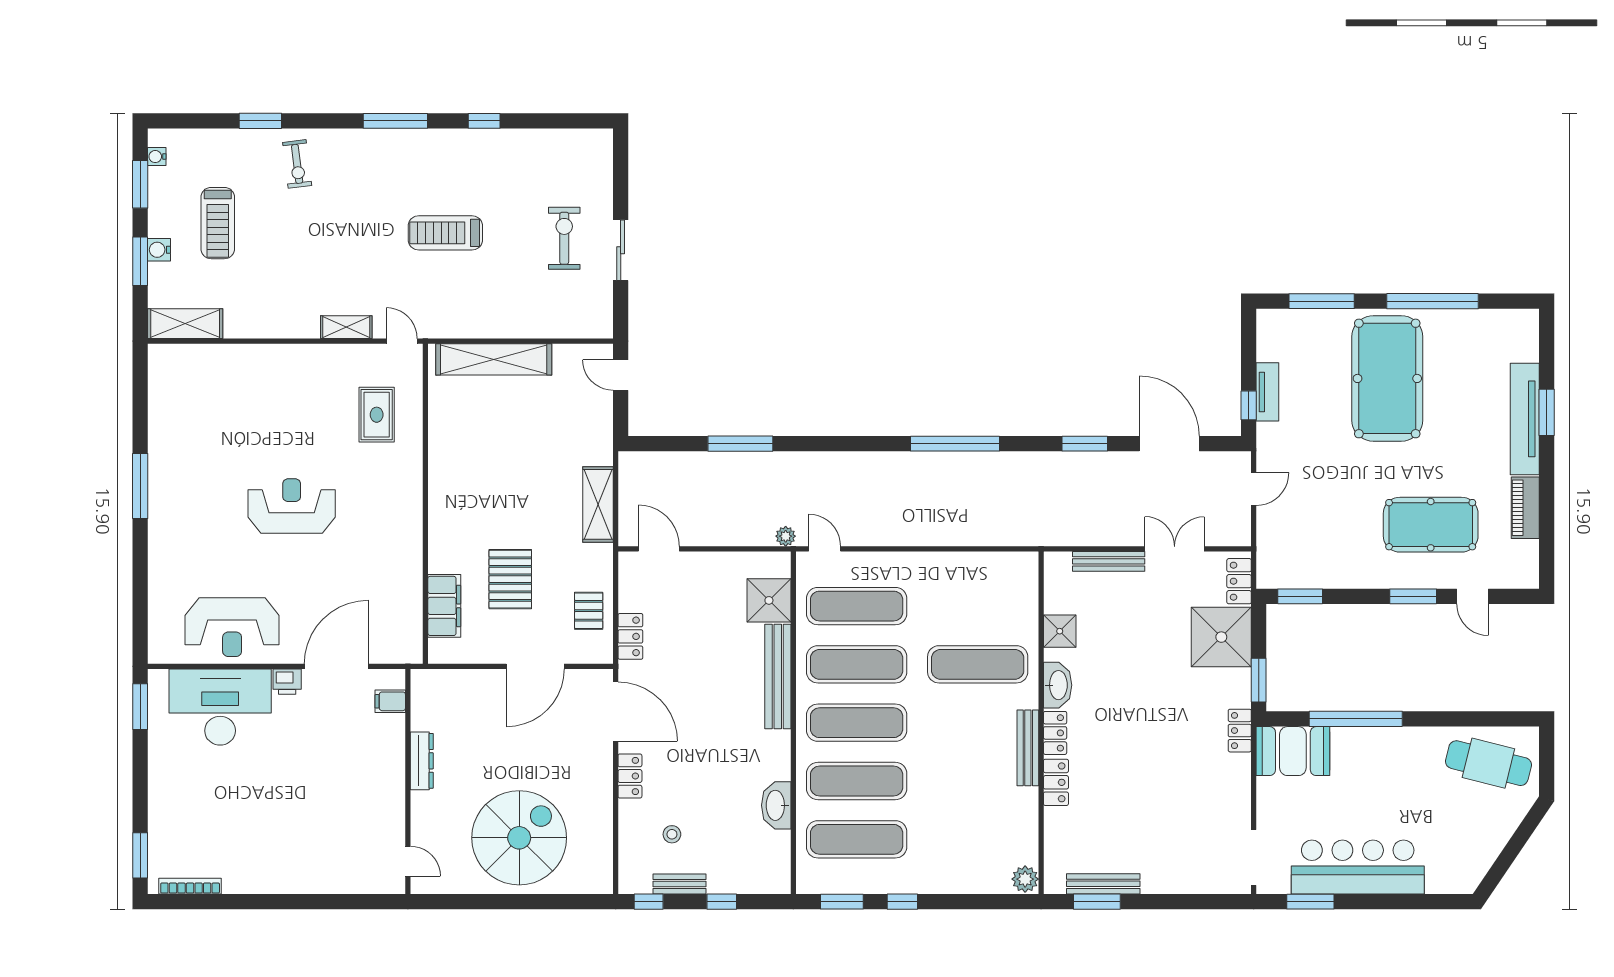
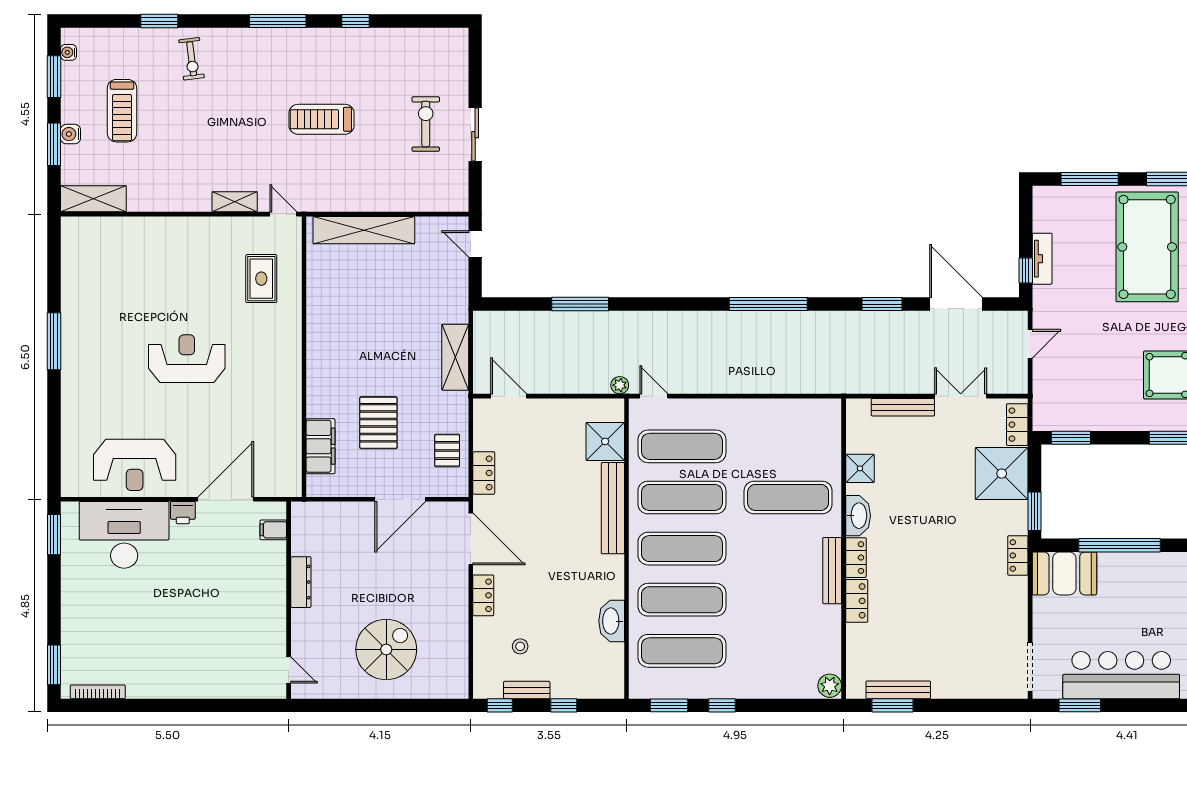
spiral stairs: (519, 838) -> (386, 649), width x0.73, depth x0.73

